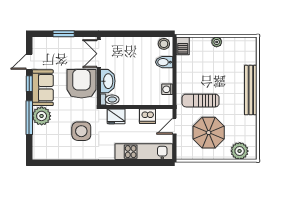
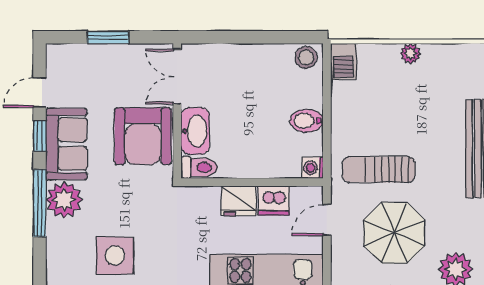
bidet: (164, 62) -> (307, 121), moved
armchair: (81, 84) -> (143, 136), turned 180
washing machine: (167, 89) -> (313, 168), moved
fridge: (116, 116) -> (239, 201), moved
side table: (81, 131) -> (115, 255), moved

